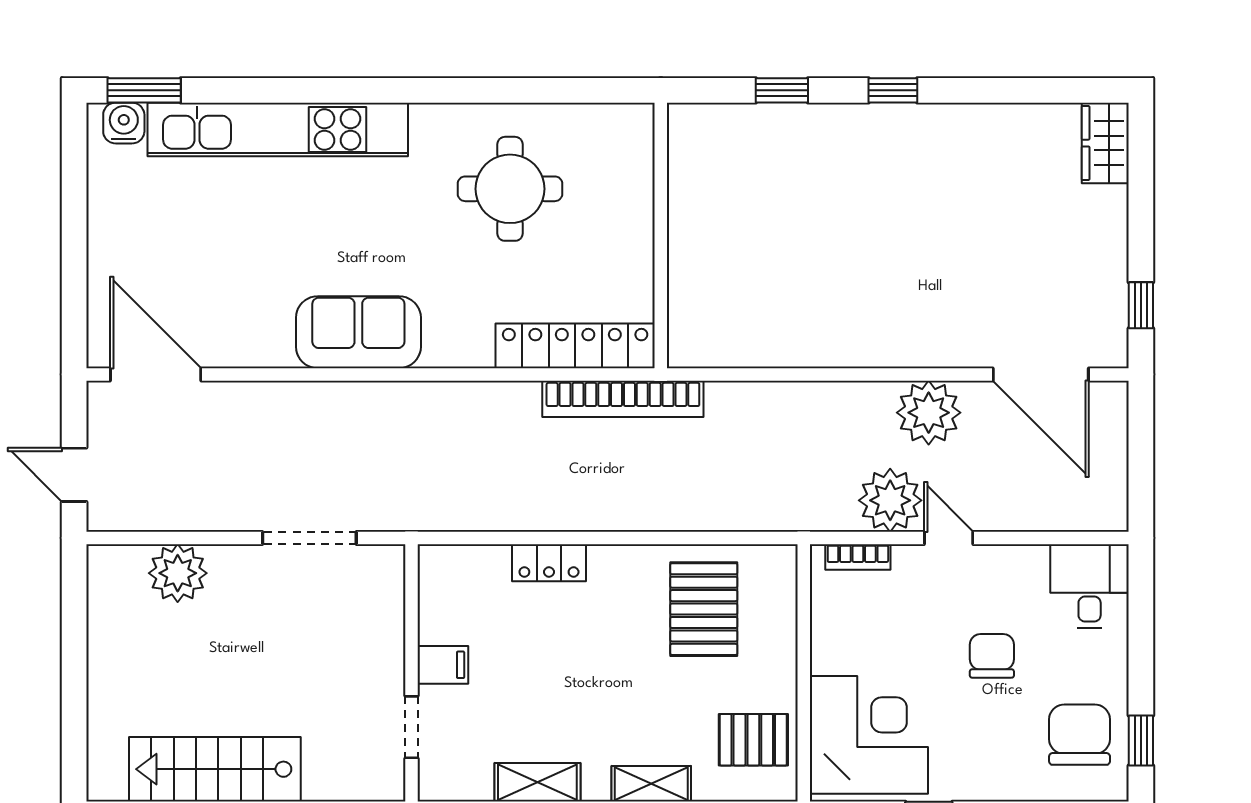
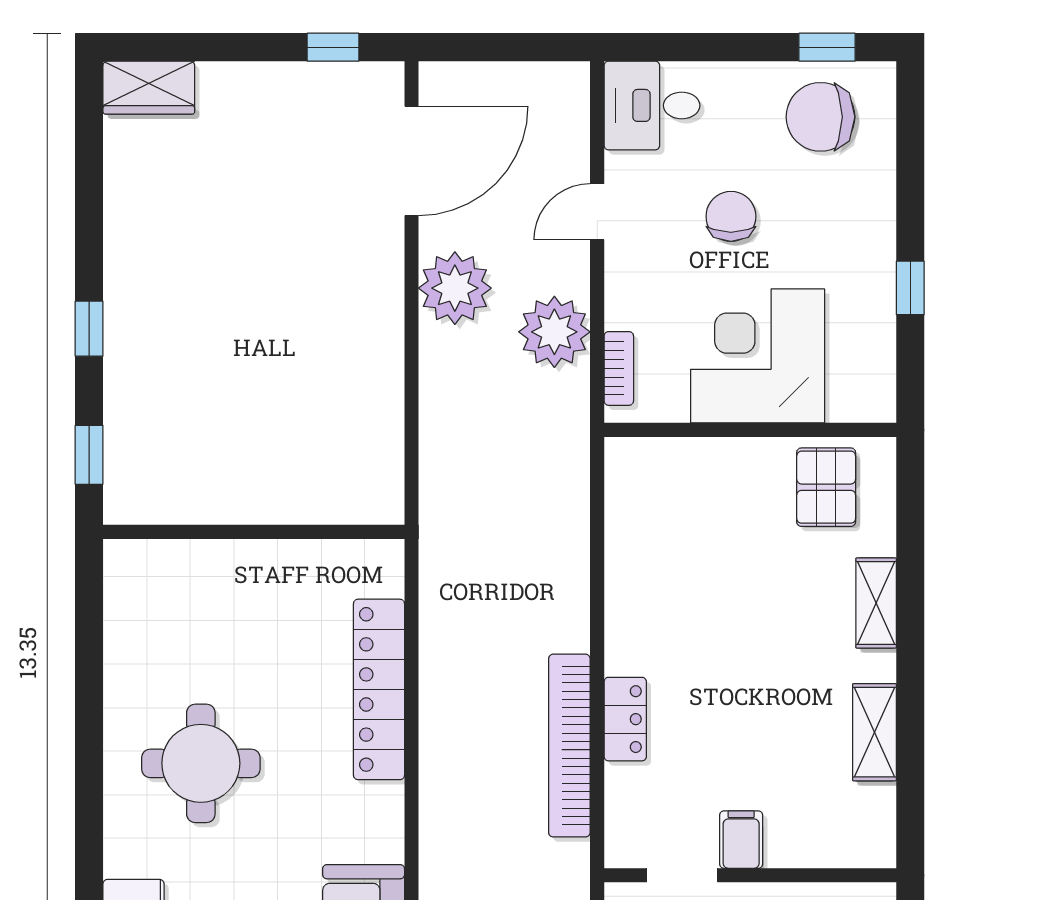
wall: (661, 235) -> (254, 532), moved
bookcase: (623, 399) -> (569, 746), moved, turned 180
door: (949, 538) -> (597, 212), moved
pallet: (704, 609) -> (678, 543), removed
chair: (992, 656) -> (731, 216), turned 90
doorway: (411, 727) -> (682, 875), moved
corner desk: (869, 735) -> (758, 356), moved

